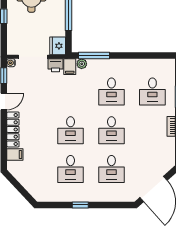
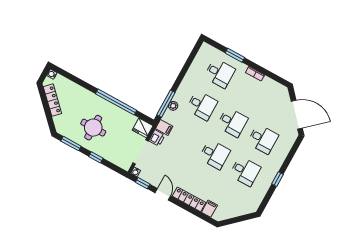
plant: (82, 64) -> (173, 106), moved

